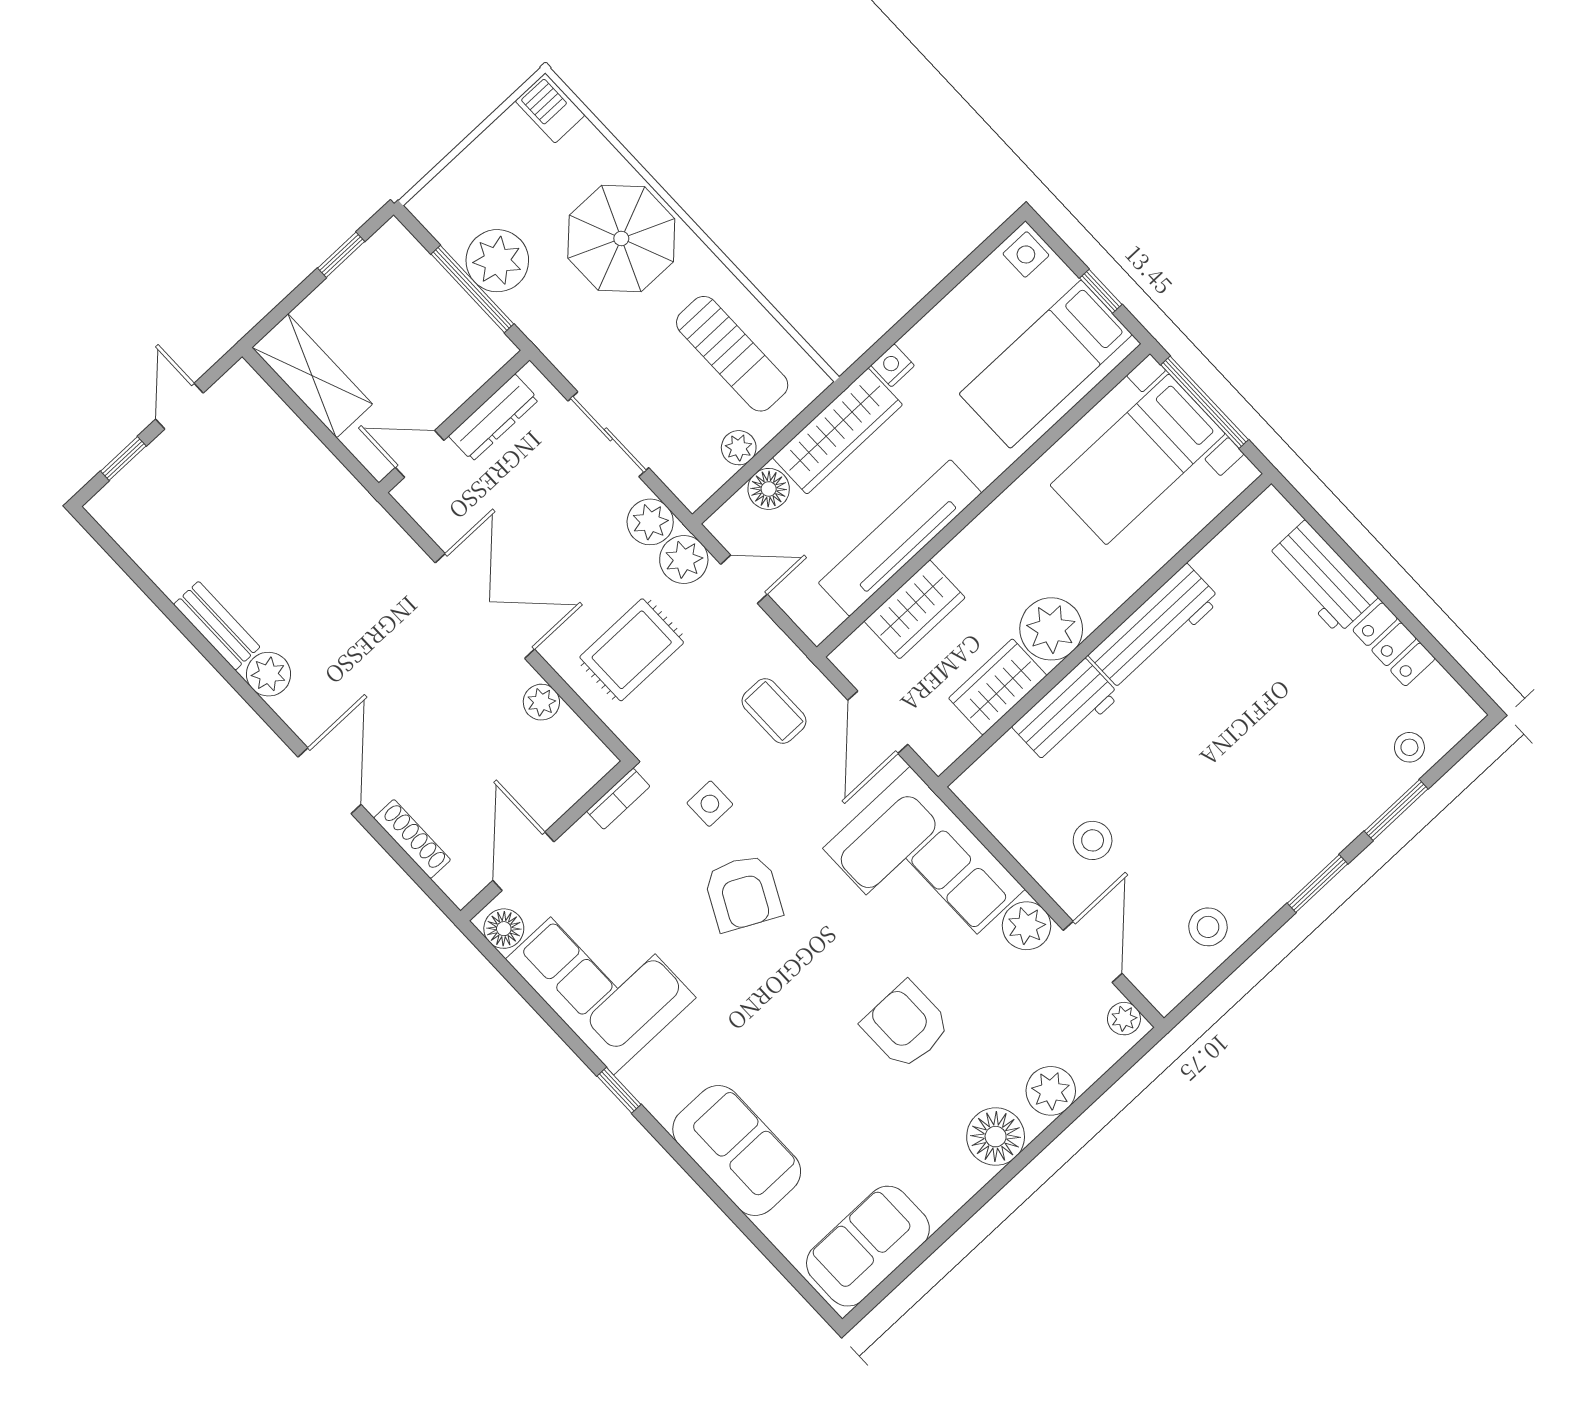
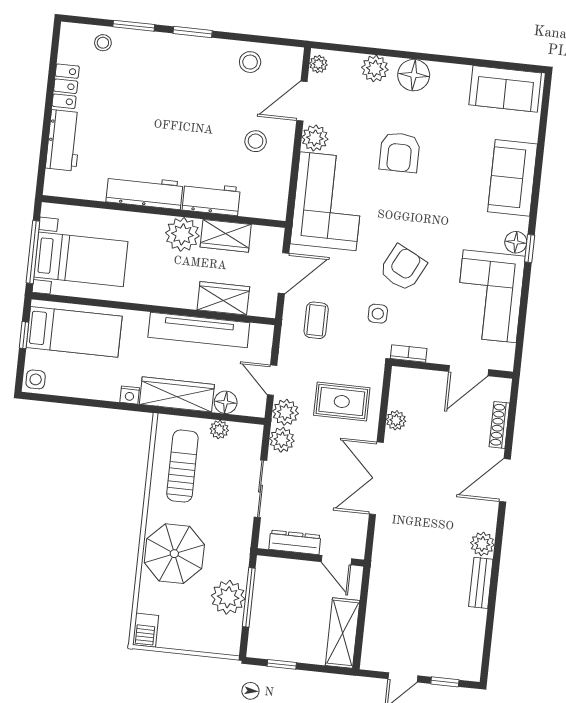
floor lamp: (504, 929) -> (516, 242), moved

